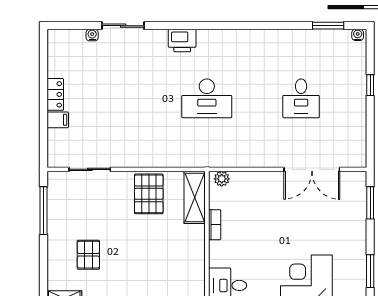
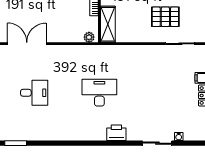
desk: (301, 98) -> (34, 93), turned 90
pallet: (149, 194) -> (165, 17), moved, turned 90

